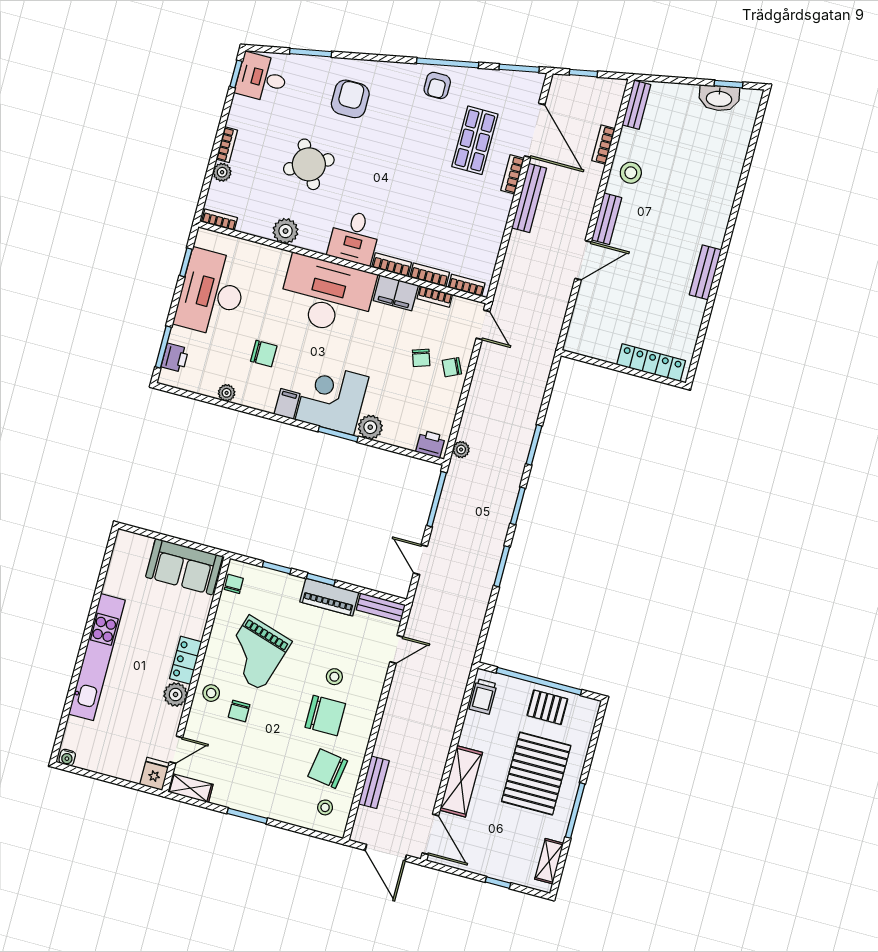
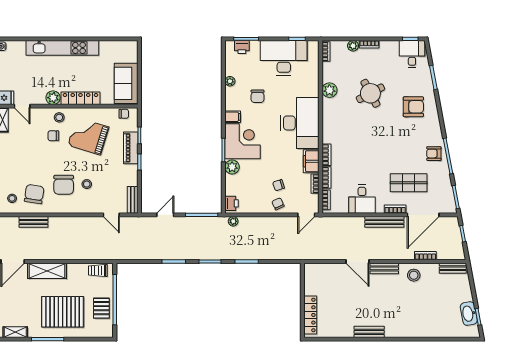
desk: (354, 237) -> (362, 199), moved, turned -90
piano: (329, 597) -> (131, 148), moved
locker: (186, 660) -> (80, 98), width x1.53

